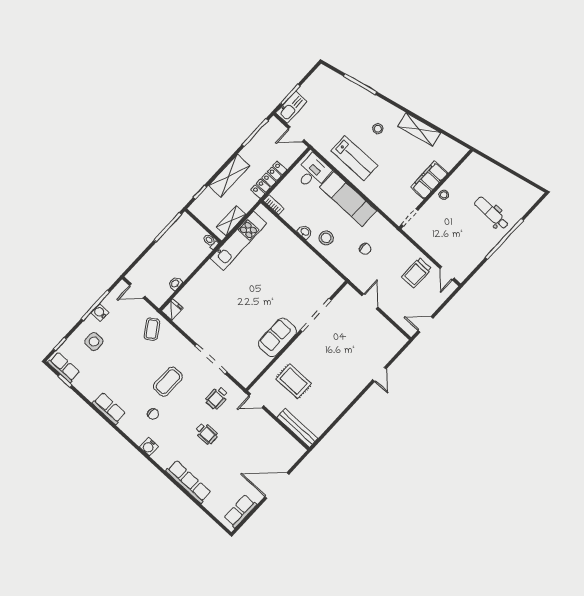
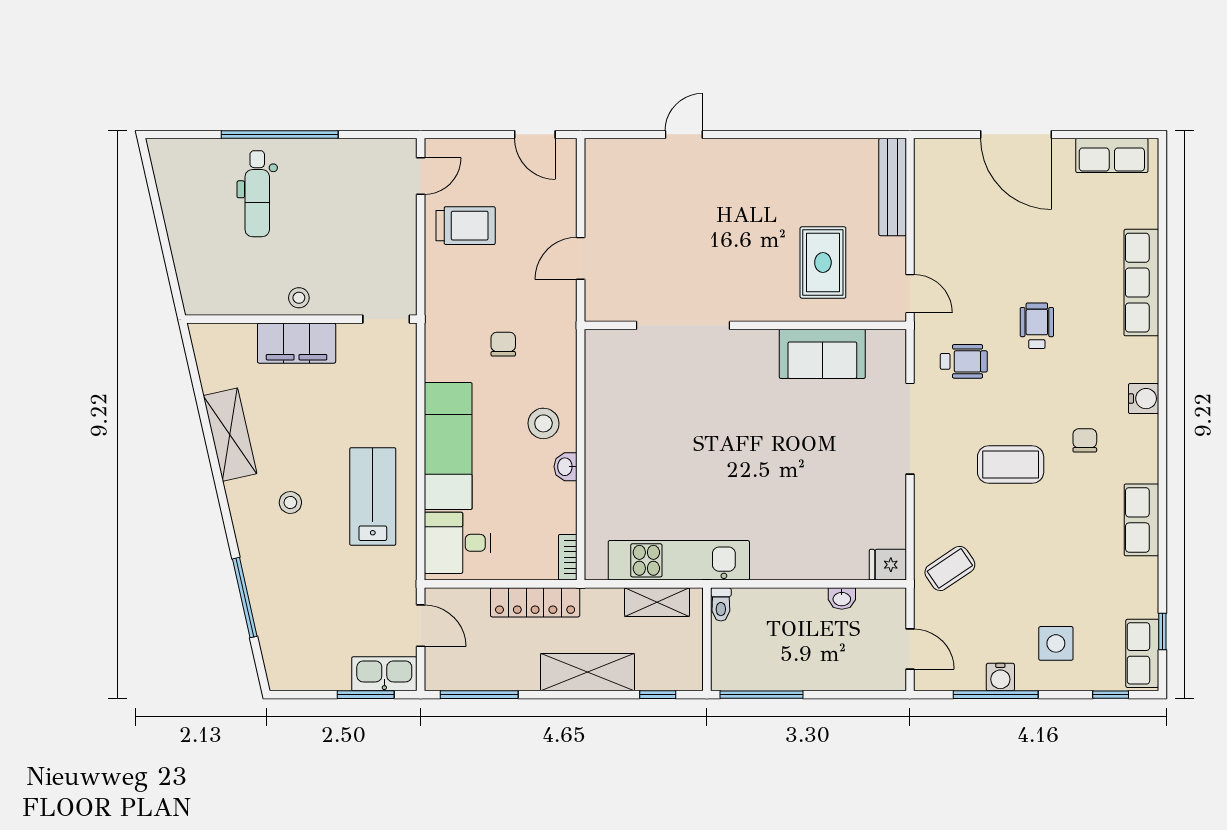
sofa: (277, 337) -> (822, 354), moved

